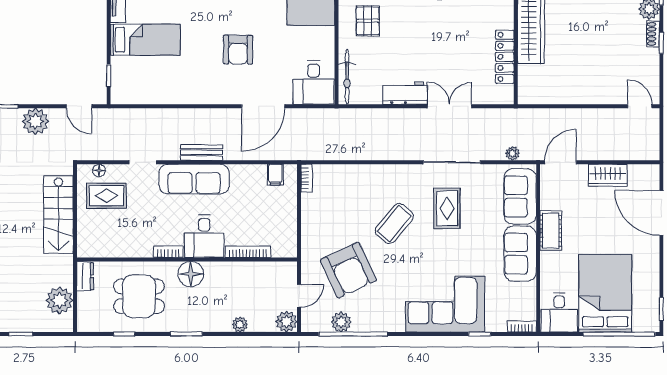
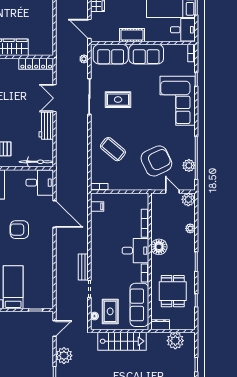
armchair: (238, 50) -> (19, 230), turned 180
locker: (505, 57) -> (36, 64), moved
bench: (201, 152) -> (83, 267), moved
sofa: (194, 179) -> (139, 305), moved, turned 180
coffee table: (394, 224) -> (113, 149), moved
floor lamp: (191, 274) -> (159, 247), moved

